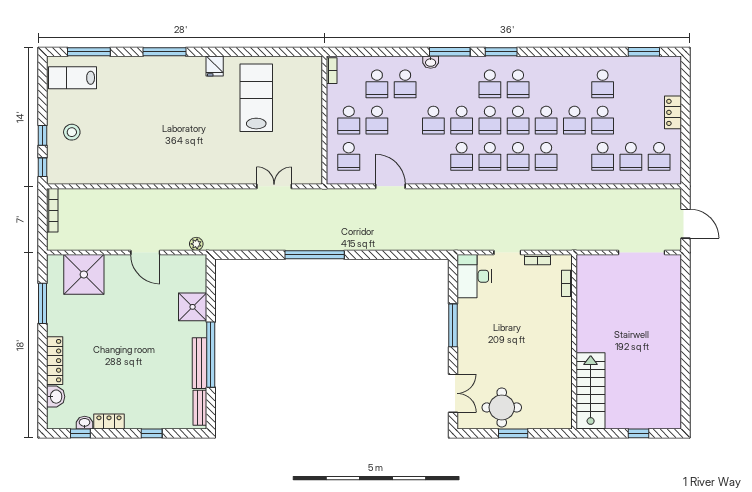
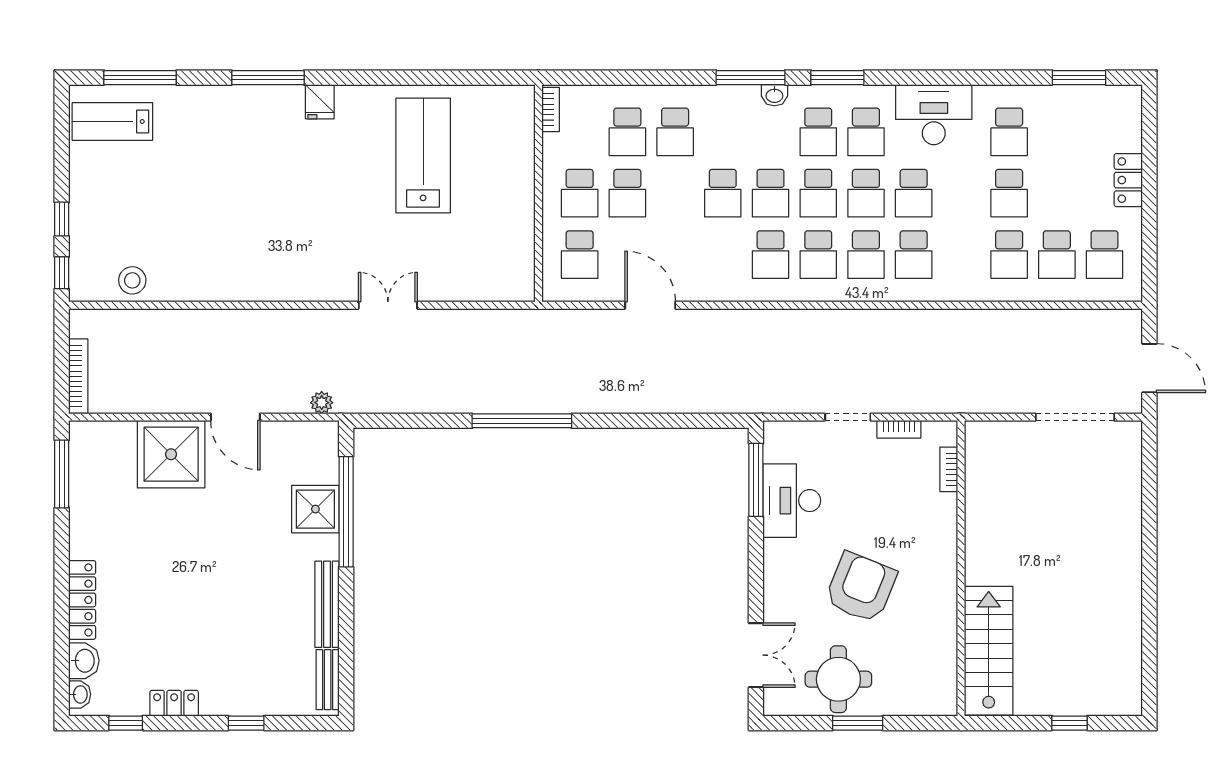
washbasin: (431, 62) -> (774, 95), moved
fridge: (215, 66) -> (320, 102), moved
desk: (558, 74) -> (934, 115), added
school desk: (574, 120) -> (961, 193), removed
stool: (72, 132) -> (132, 280), moved
double door: (274, 186) -> (388, 305), moved
bookcase: (52, 210) -> (78, 376), moved
shower: (84, 274) -> (171, 454), moved
desk: (474, 276) -> (792, 501), moved
window: (43, 303) -> (62, 474), moved
window: (453, 325) -> (756, 480), moved
armchair: (515, 353) -> (861, 587), added
window: (211, 355) -> (346, 512), moved
washbasin: (85, 423) -> (80, 694), moved, turned 90

